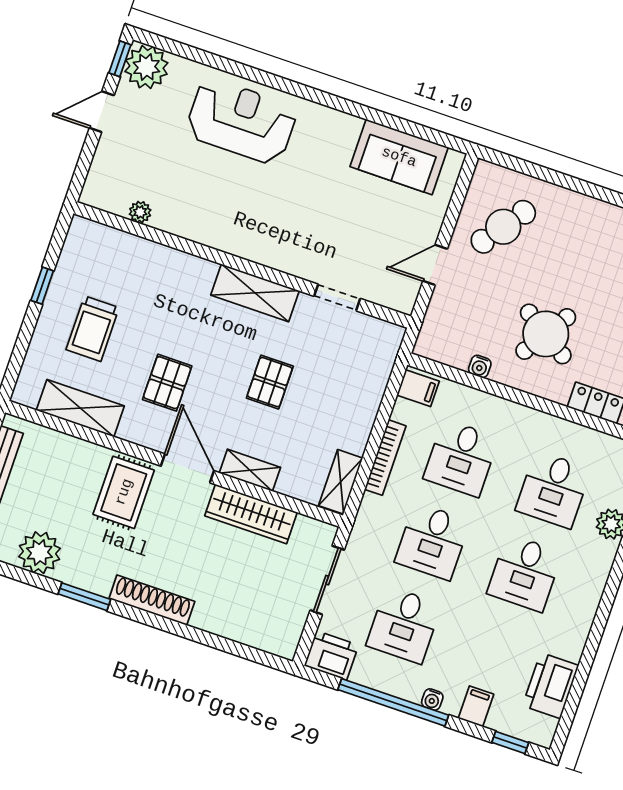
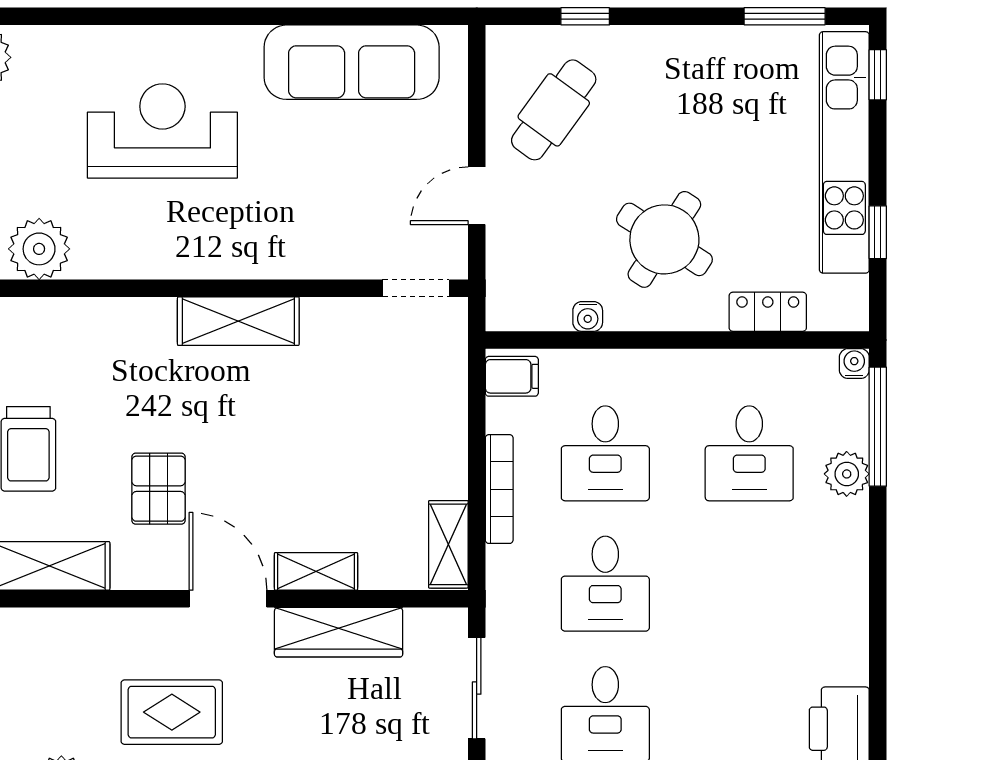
reception desk: (241, 121) -> (162, 131), moved
sofa: (399, 157) -> (352, 62), width x1.36
window: (544, 174) -> (585, 16), added
plant: (140, 212) -> (39, 249), width x1.88, depth x1.88
doorway: (337, 297) -> (416, 288), moved
pallet: (270, 382) -> (302, 439), removed
rug: (124, 492) -> (172, 712), moved, turned 90
desk: (525, 573) -> (749, 584), removed

